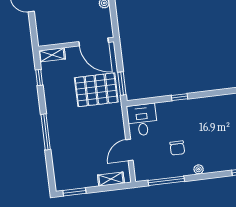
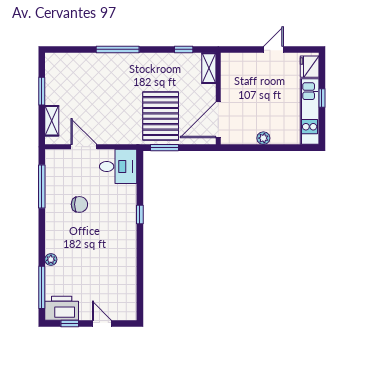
chair: (177, 148) -> (79, 204), turned 180
plant: (199, 169) -> (51, 259), moved
window: (74, 192) -> (42, 91), moved

